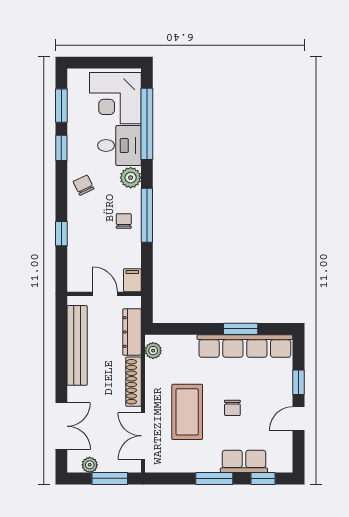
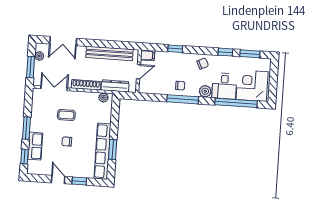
filing cabinet: (132, 280) -> (148, 55), moved
coffee table: (187, 412) -> (66, 115), width x0.54, depth x0.58

